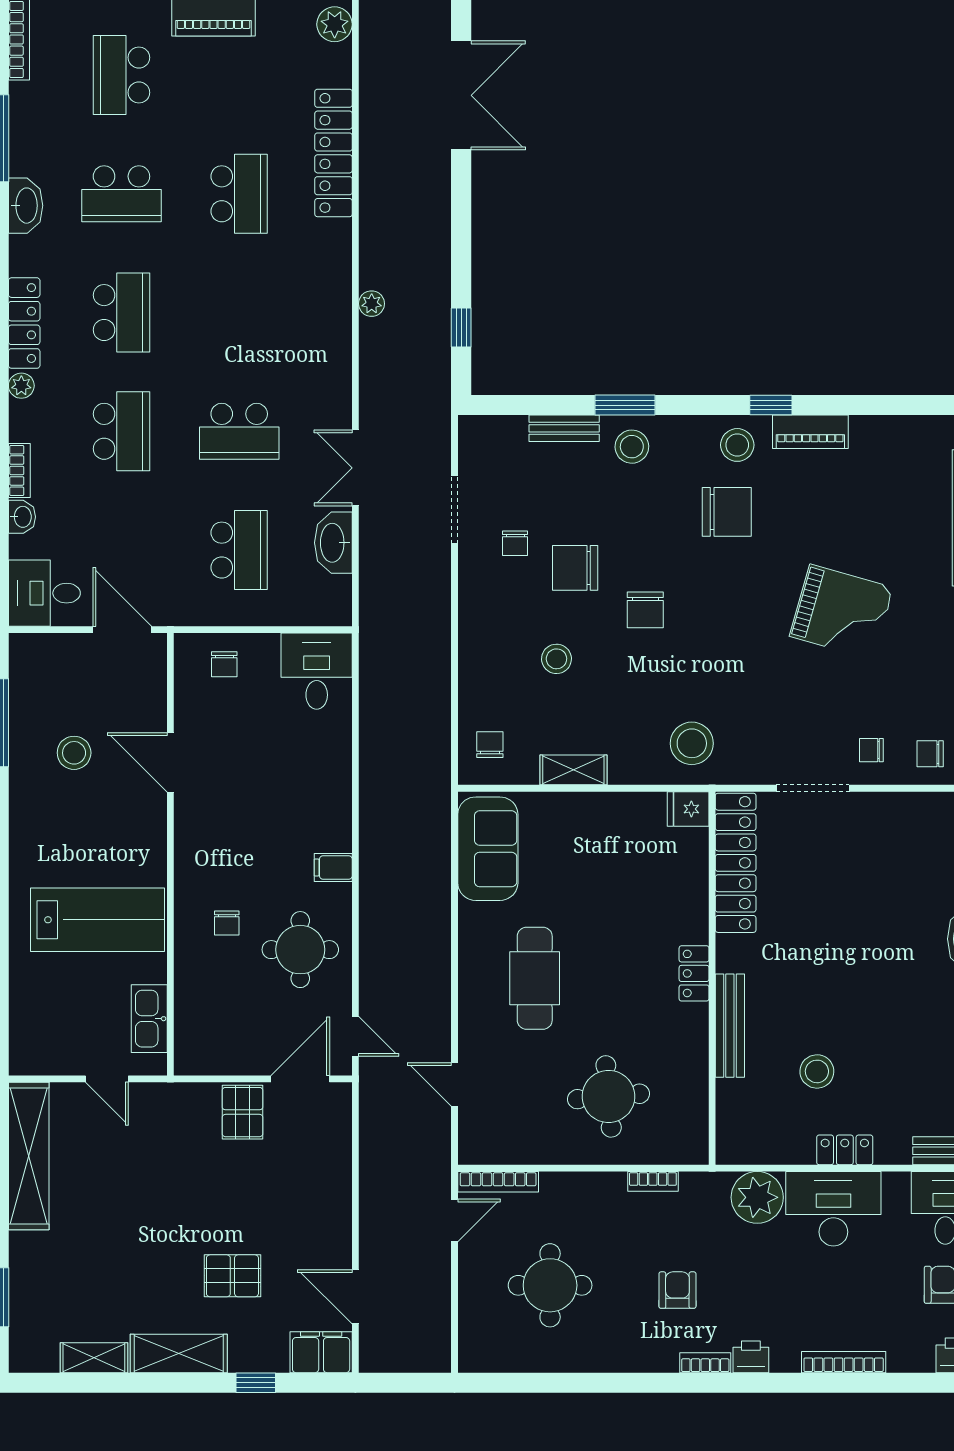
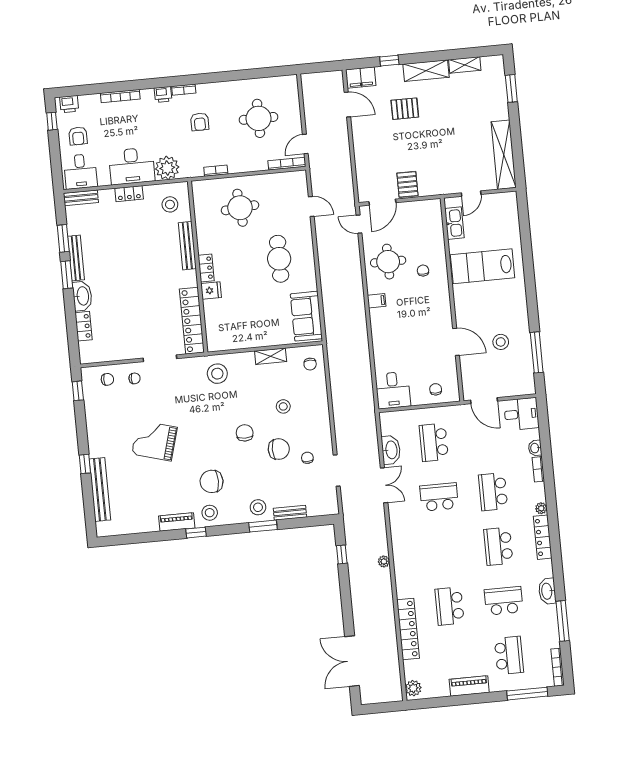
fridge: (688, 809) -> (211, 290), moved
stool: (817, 1071) -> (170, 204), moved
door: (107, 1079) -> (471, 194), swing flipped

